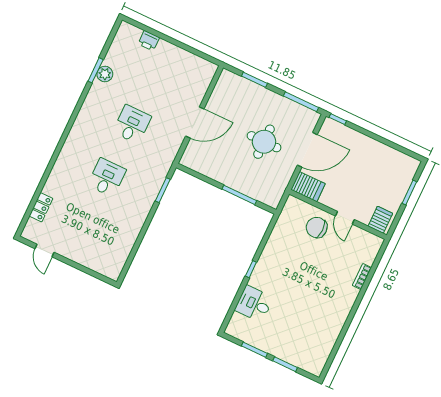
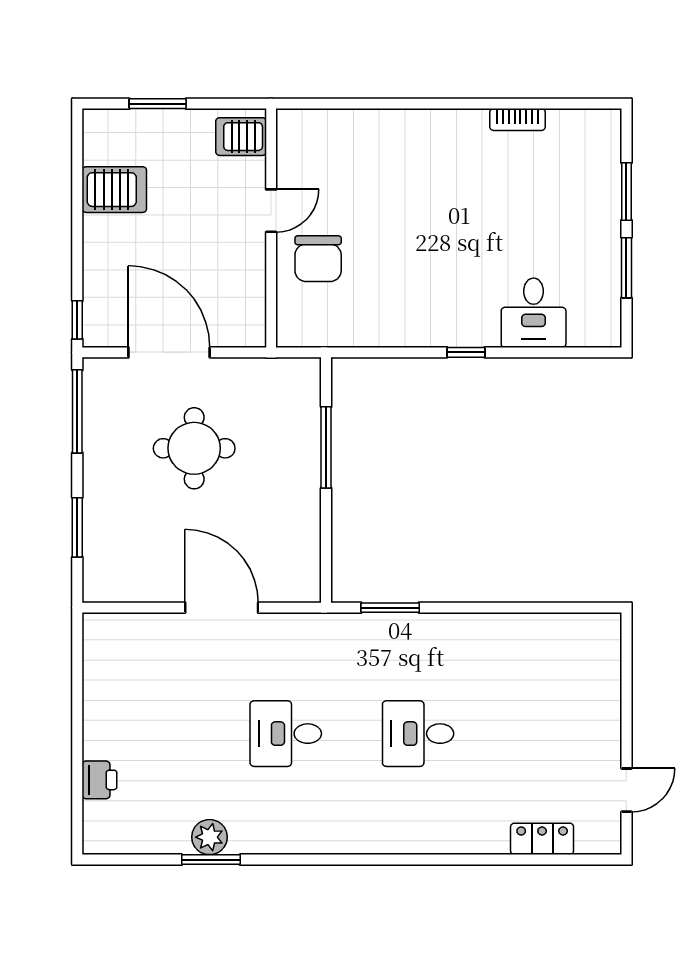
server rack: (308, 187) -> (114, 190), moved, turned 90
bookcase: (362, 276) -> (517, 120), moved

